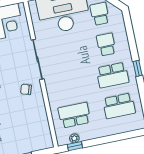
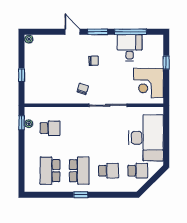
school desk: (113, 75) -> (79, 171), turned 180
school desk: (74, 115) -> (50, 128), width x0.54

